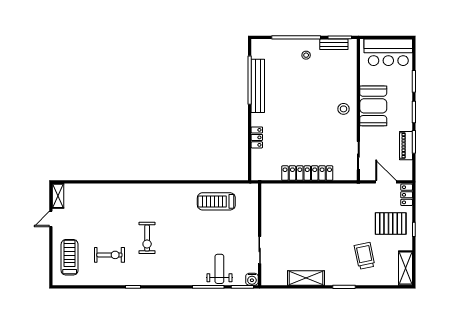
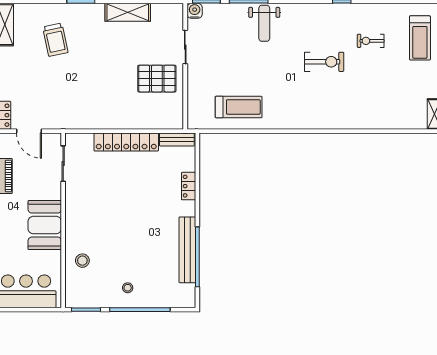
bench: (334, 44) -> (177, 140), moved
stool: (344, 109) -> (82, 261), moved
pallet: (391, 223) -> (157, 79), moved
exercise bike: (147, 238) -> (324, 62), turned 90
exercise bike: (109, 255) -> (371, 41), width x0.73, depth x0.72
weight bench: (219, 269) -> (264, 23), moved

